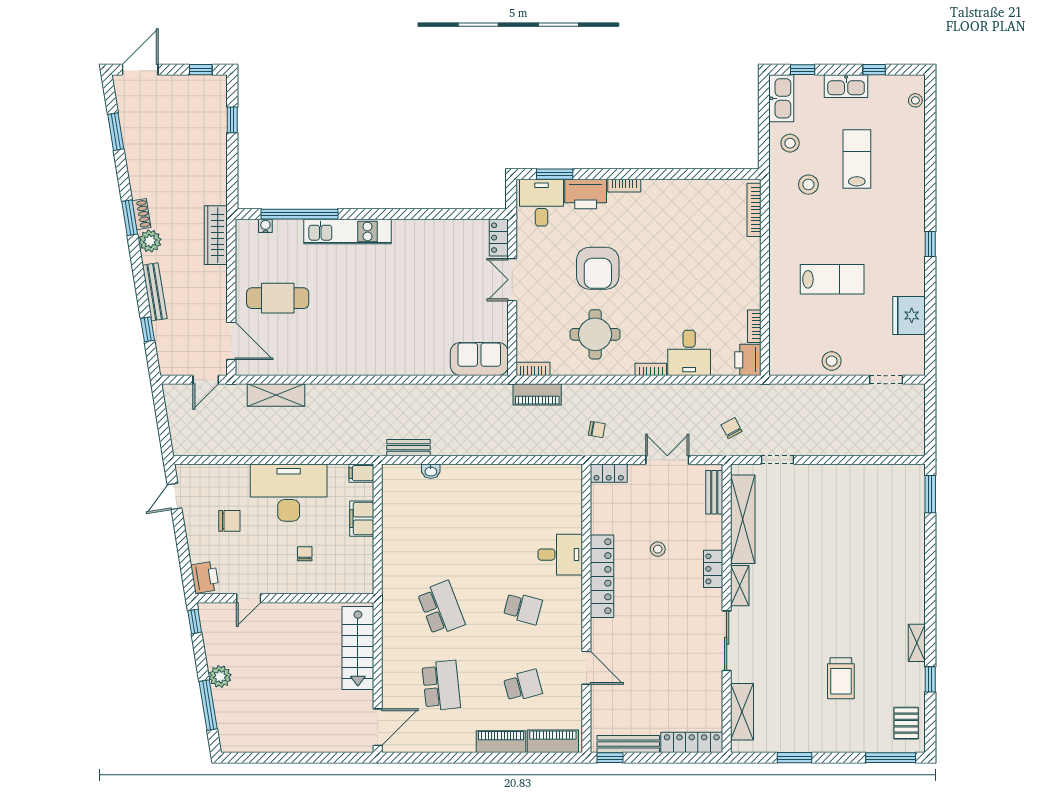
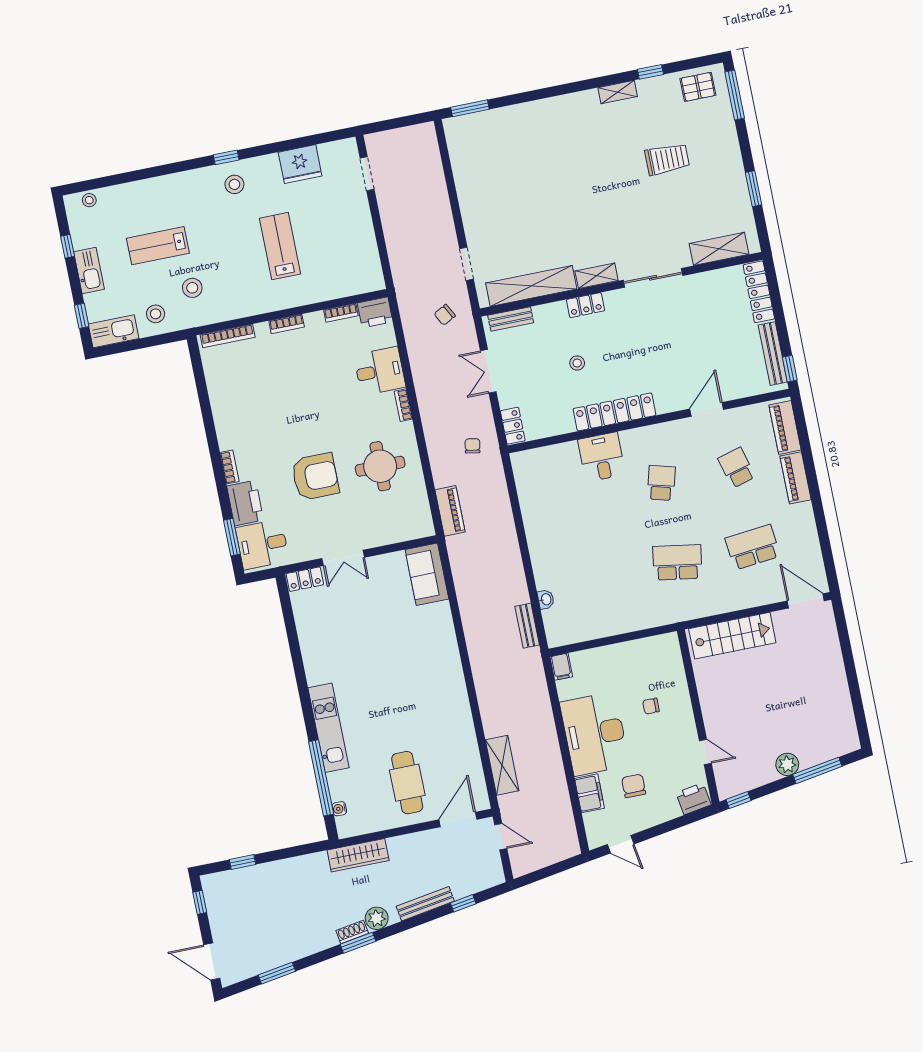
stool: (832, 361) -> (234, 184), moved
bookcase: (533, 369) -> (287, 324), moved, turned -90
filing cabinet: (362, 519) -> (589, 793), moved, turned -90
school desk: (441, 608) -> (677, 562), turned 30

